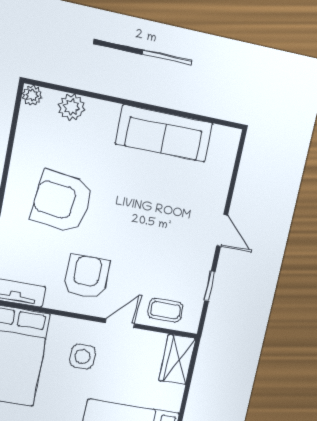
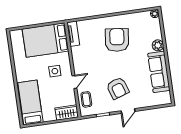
plant: (72, 107) -> (158, 45), moved
armchair: (87, 277) -> (118, 88), moved, turned 72
door: (120, 323) -> (74, 82), hinge flipped

